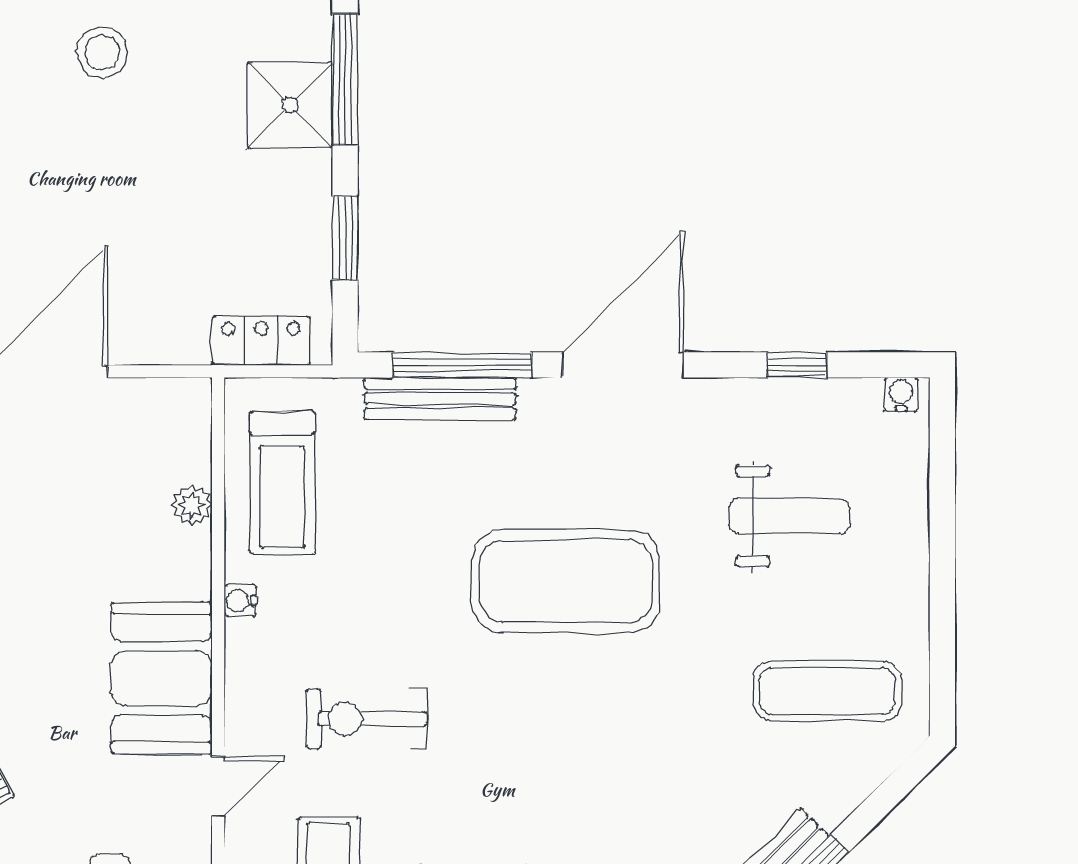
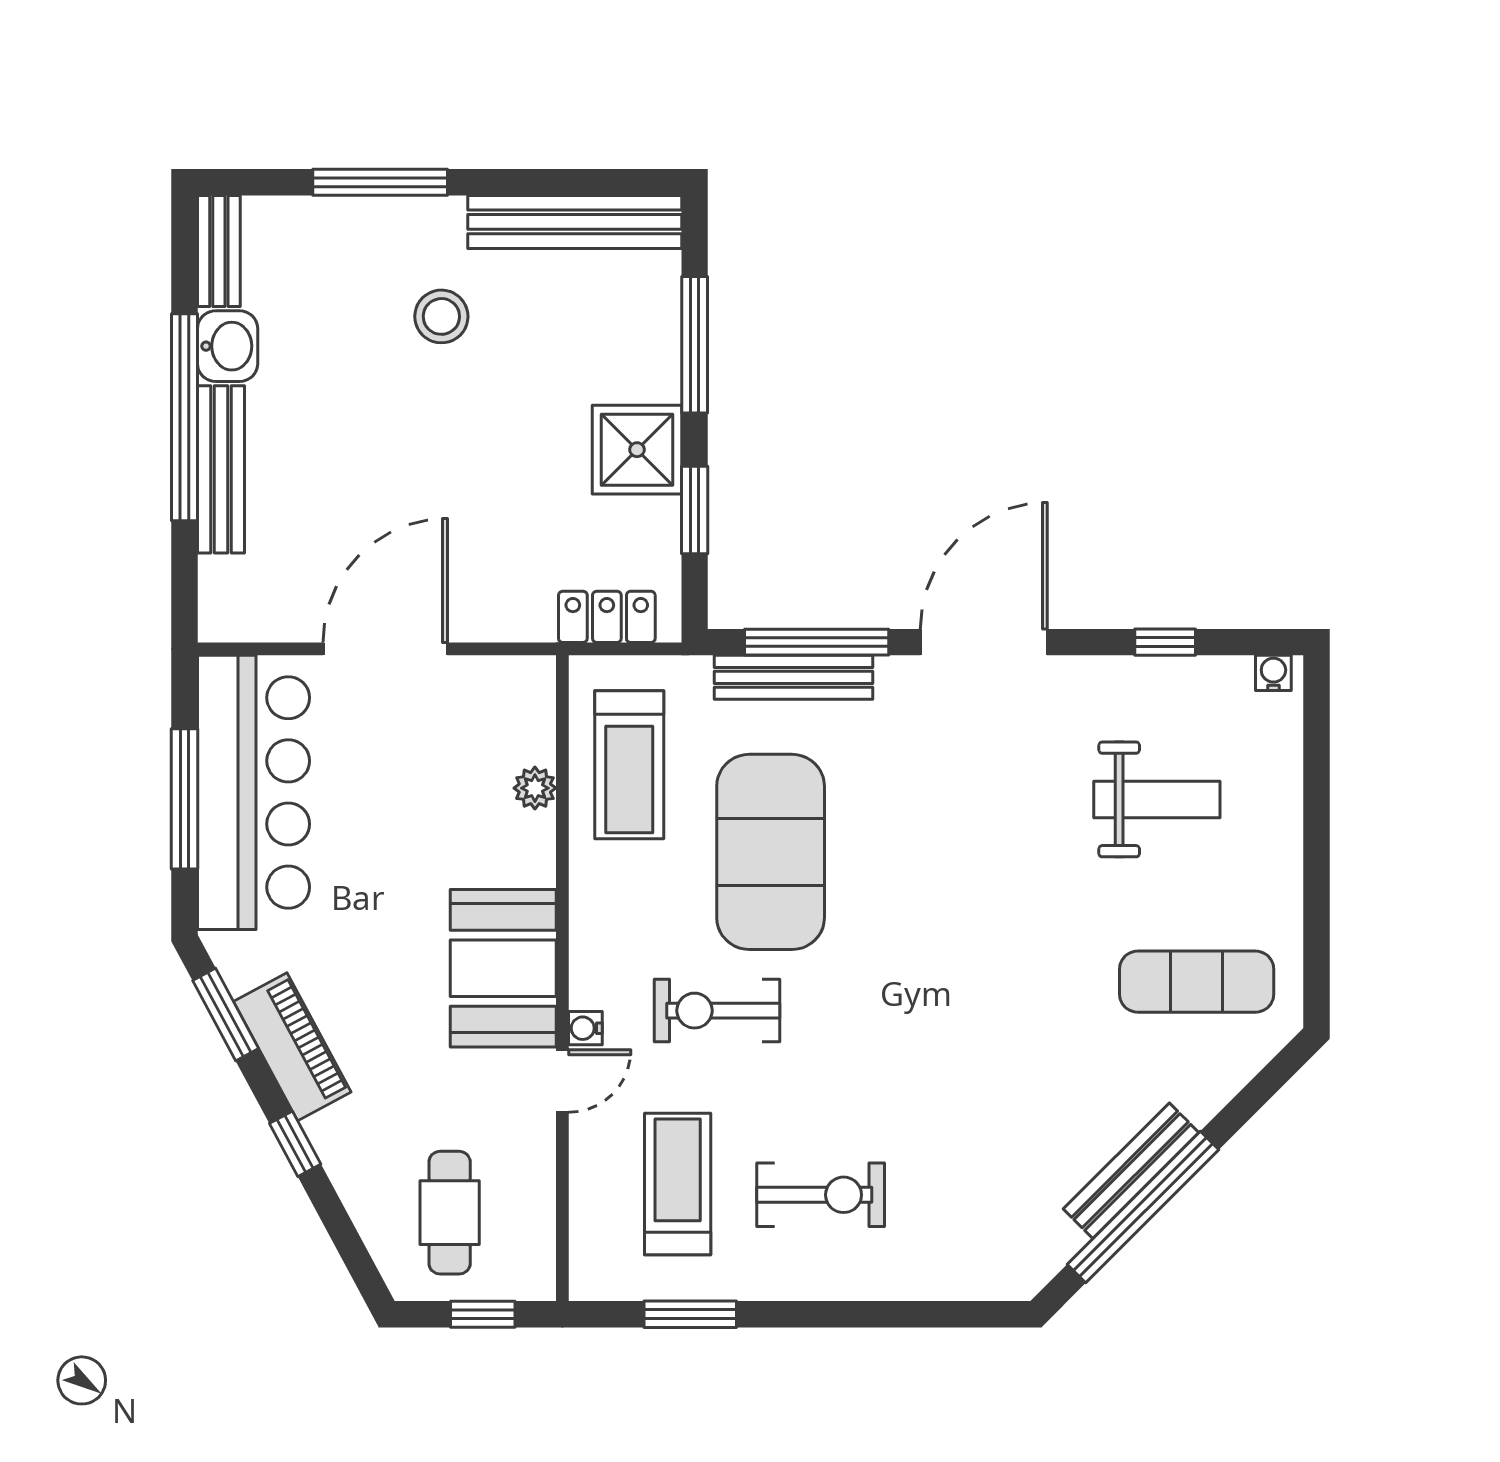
shower: (290, 105) -> (637, 450), moved
exercise mat: (566, 581) -> (771, 852), moved, turned 90
water cooler: (240, 600) -> (585, 1028), moved

